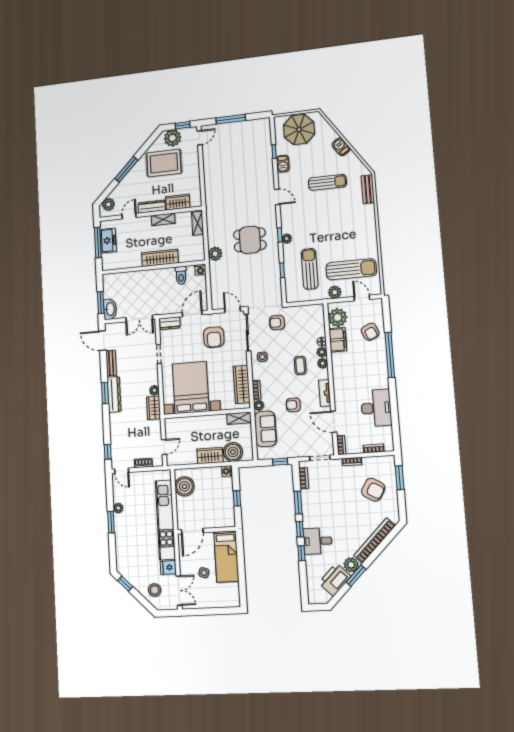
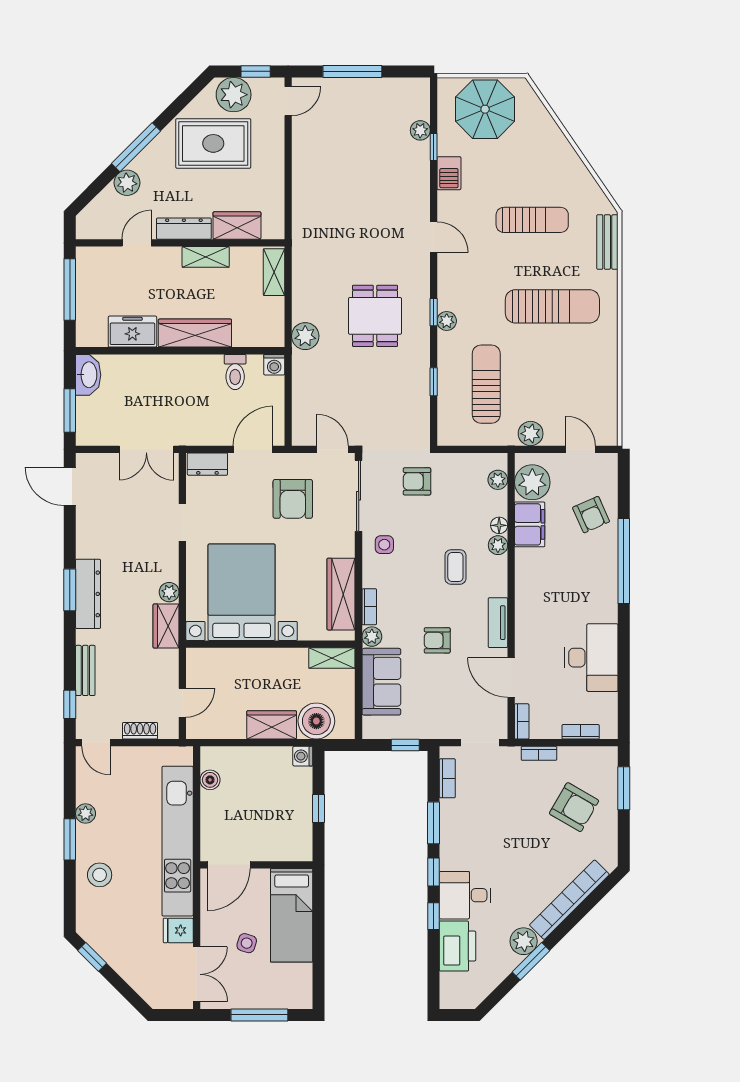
plant: (267, 144) -> (420, 130), added
barbecue: (341, 147) -> (563, 153), removed
plant: (108, 204) -> (127, 183), moved
dining table: (250, 240) -> (375, 316), turned 90
freezer: (108, 241) -> (132, 332), moved, turned -90
sun lounger: (351, 269) -> (552, 306), moved
washbasin: (110, 309) -> (88, 375), moved
bench: (111, 363) -> (85, 670), moved
plant: (322, 363) -> (498, 480), moved
boiler: (184, 486) -> (210, 780), width x0.54, depth x0.54
printer: (335, 580) -> (458, 946), moved, turned 135
stool: (155, 590) -> (100, 875), moved
window: (213, 611) -> (259, 1015), added

